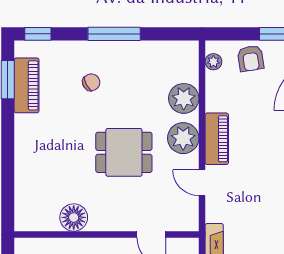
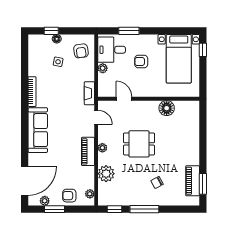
window: (38, 34) -> (115, 209), moved
armchair: (251, 58) -> (69, 196), turned -81
plant: (183, 138) -> (102, 148), width x0.53, depth x0.53
door: (202, 183) -> (96, 117), moved

